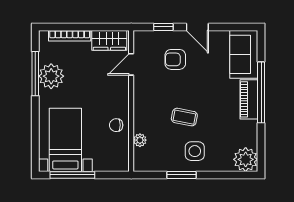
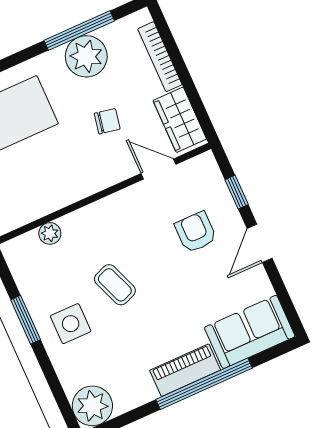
coffee table: (184, 117) -> (115, 285), turned -32
chair: (116, 125) -> (107, 121), moved, turned 101

